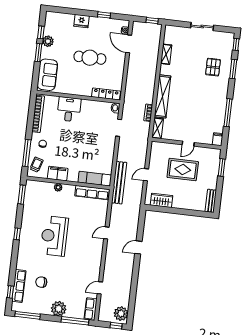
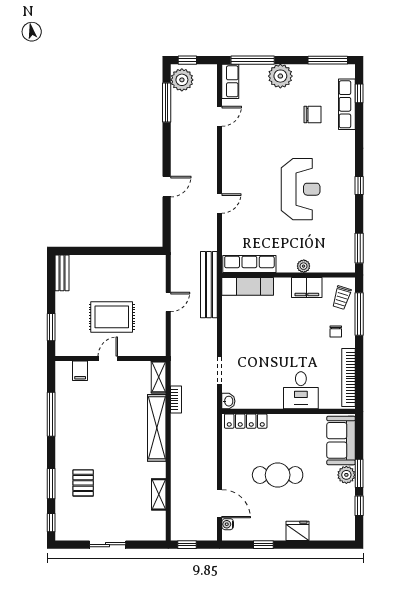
plant: (48, 41) -> (346, 475), moved
filing cabinet: (218, 139) -> (80, 371), moved
wardrobe: (161, 200) -> (139, 265), removed
window: (132, 300) -> (167, 102), added

